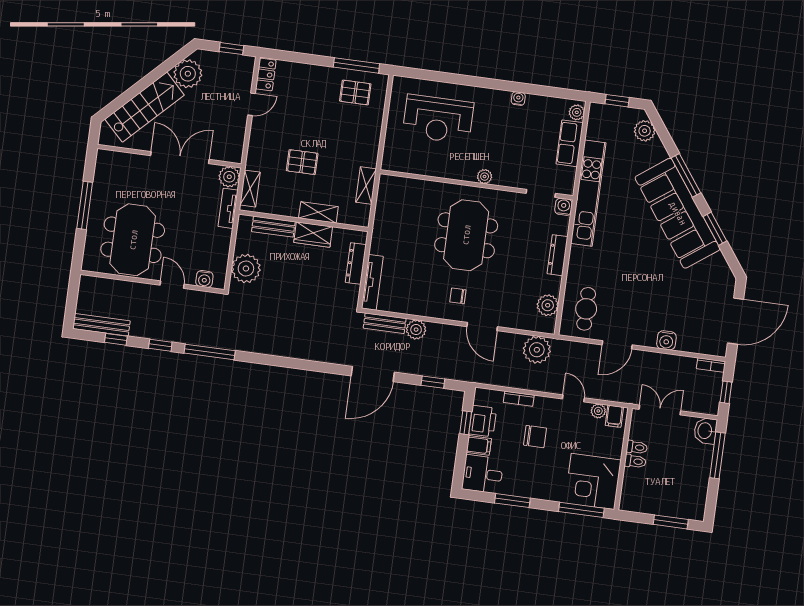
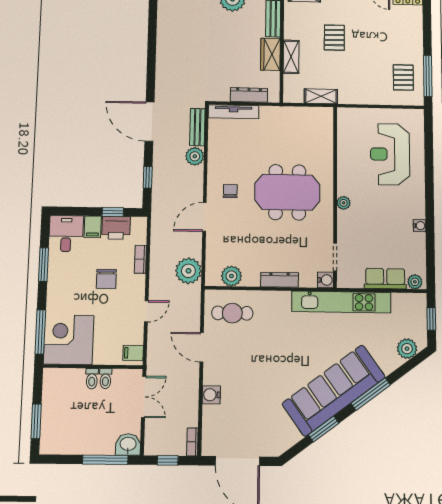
plant: (598, 411) -> (137, 337), removed

